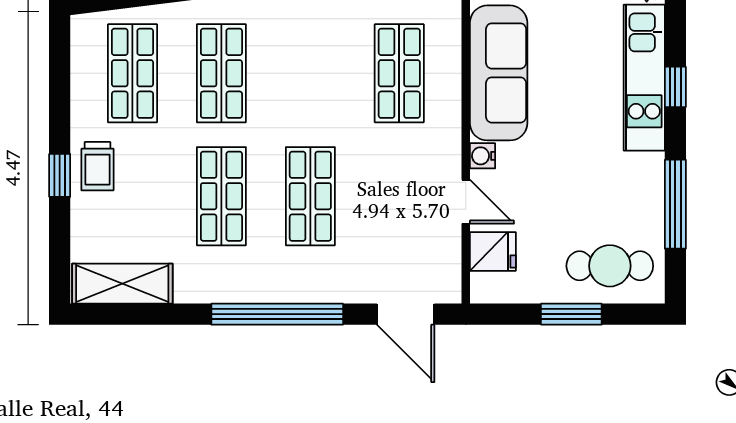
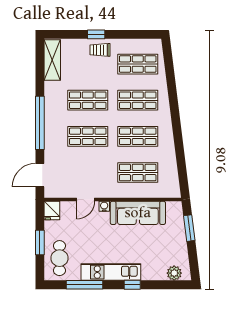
shop shelf: (310, 73) -> (138, 136), added
kitchen unit: (644, 78) -> (111, 272), moved
fridge: (493, 251) -> (52, 211), moved

